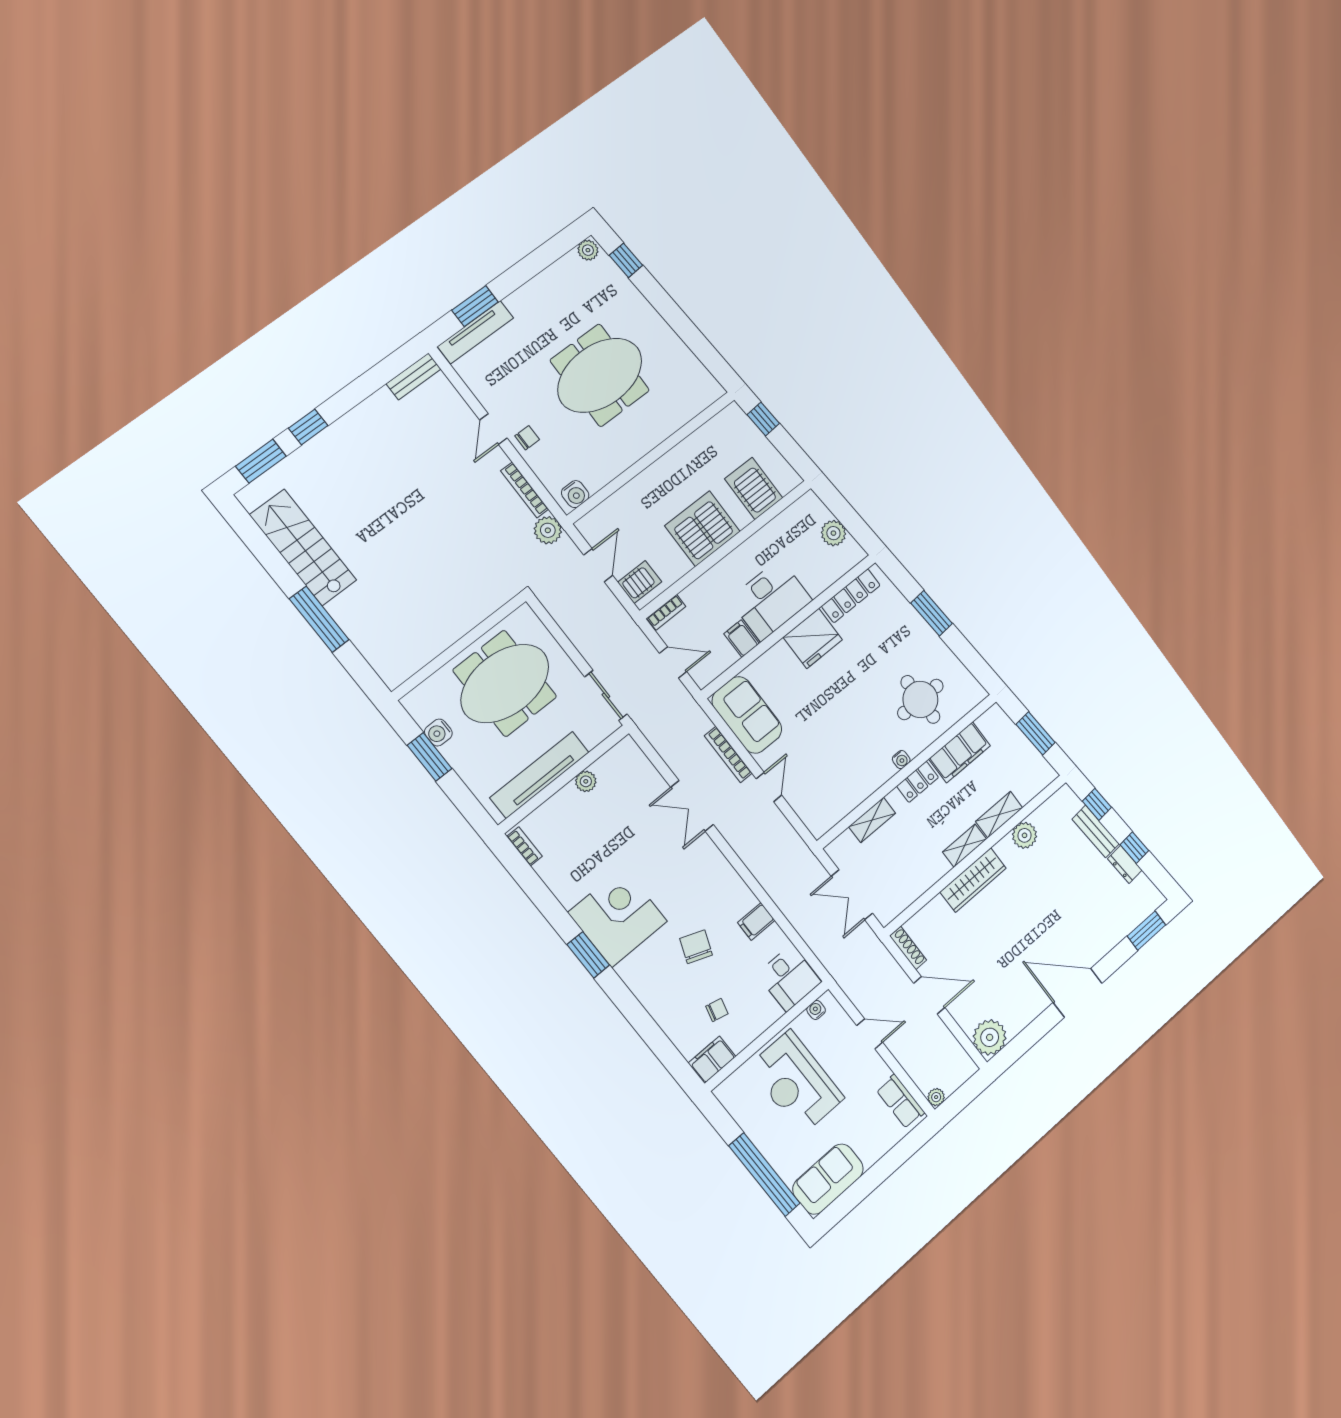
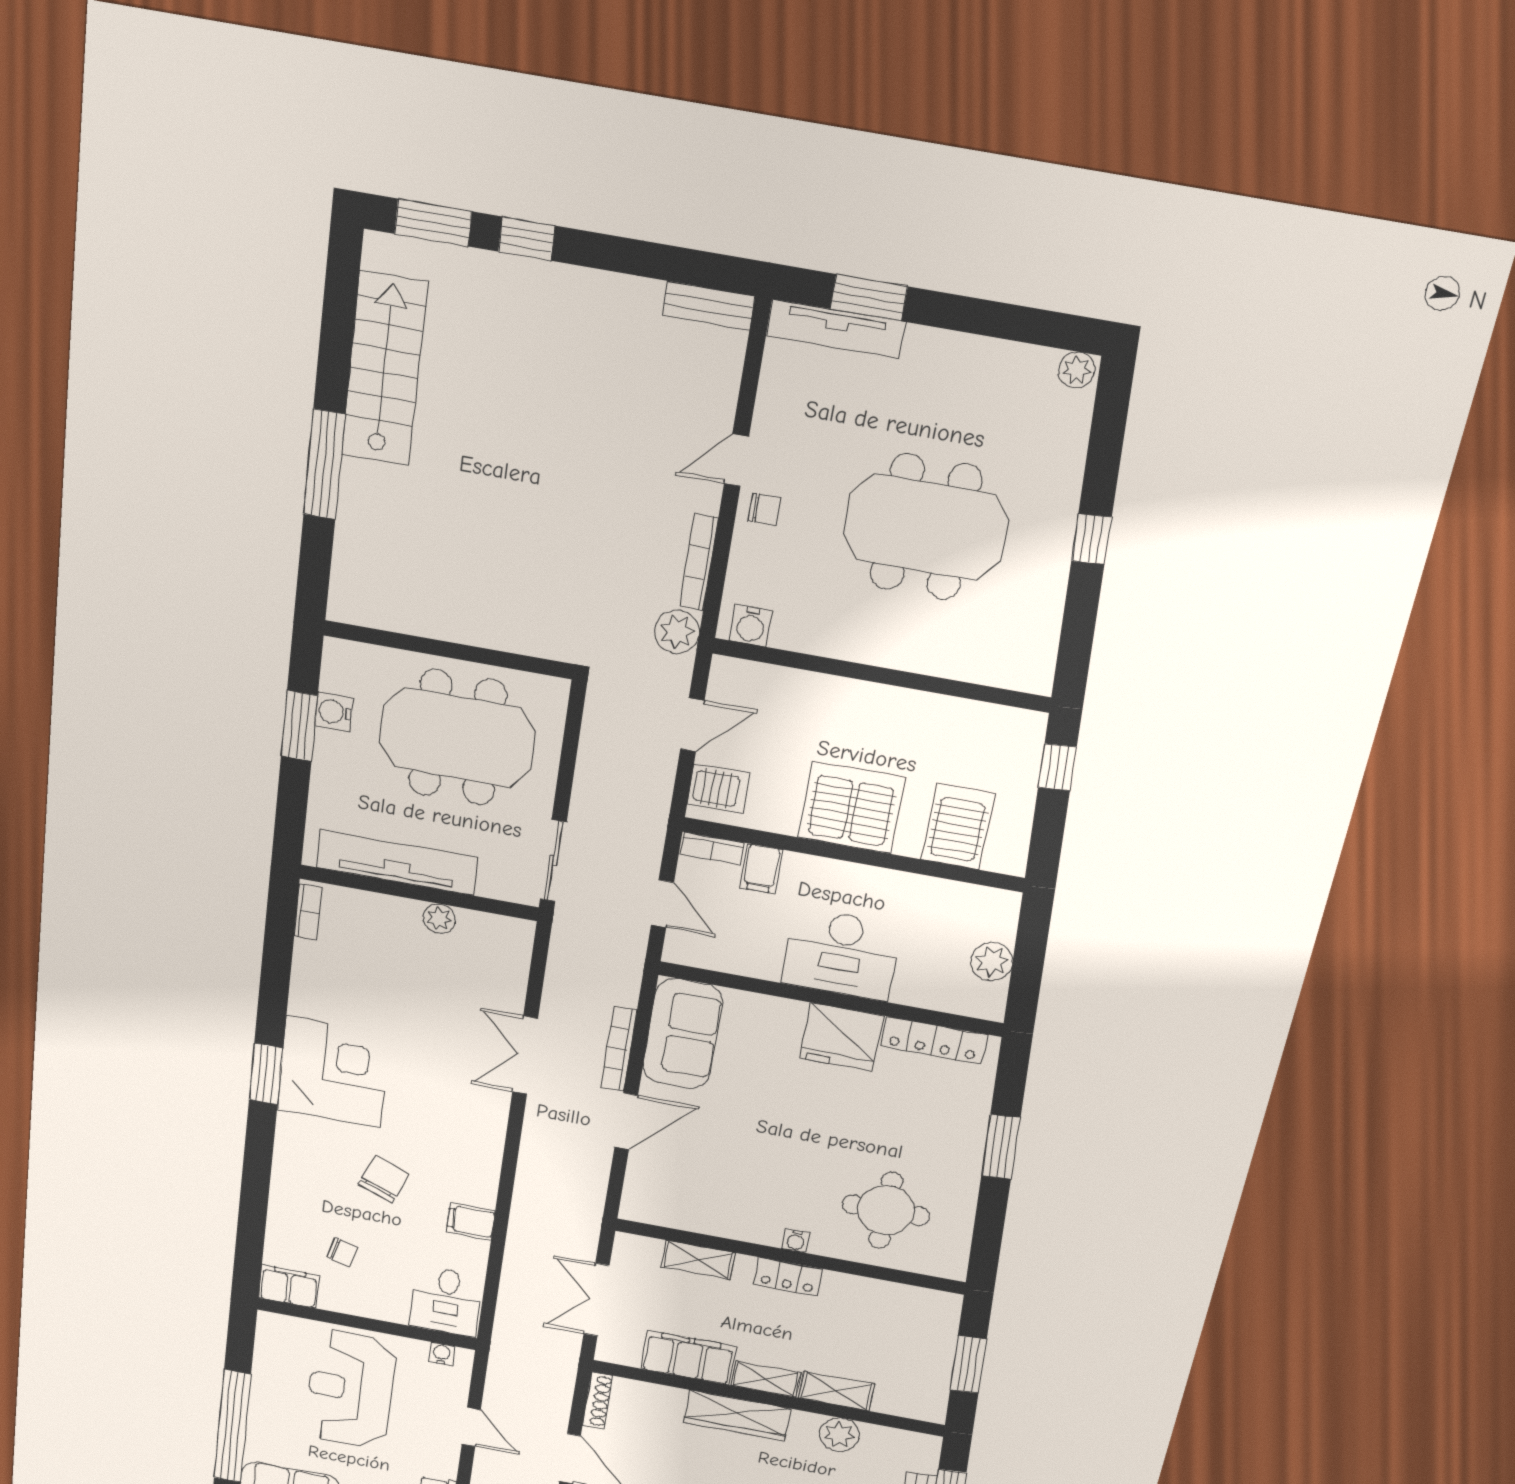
window: (626, 260) -> (1091, 539), moved
filing cabinet: (742, 639) -> (761, 869), moved, turned 180
filing cabinet: (959, 752) -> (688, 1358), moved, turned 180
door: (769, 787) -> (626, 1121), width x1.38

